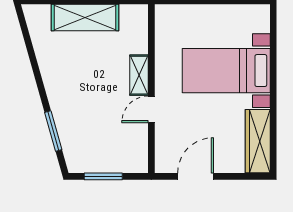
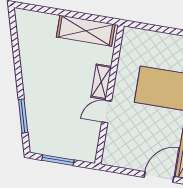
shelving: (85, 18) -> (86, 31), moved
door: (196, 176) -> (159, 177), moved

